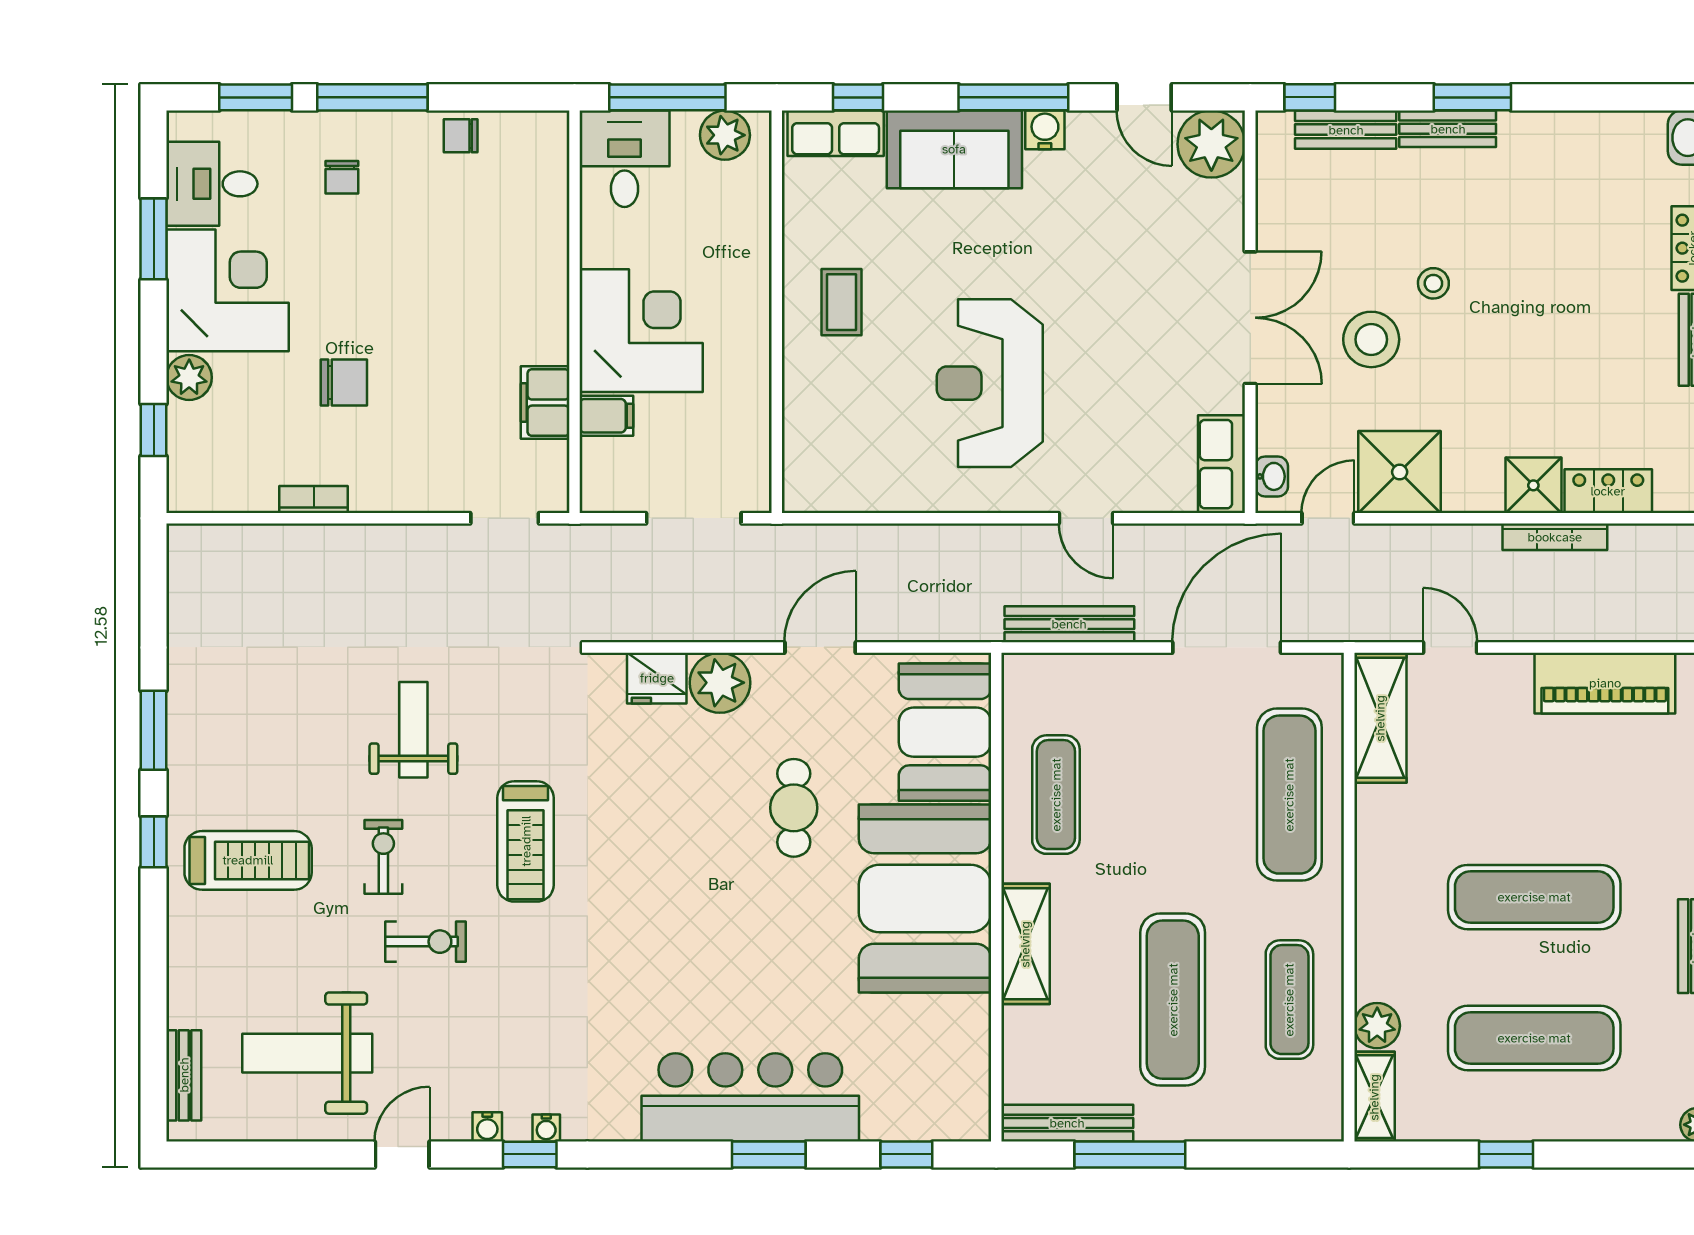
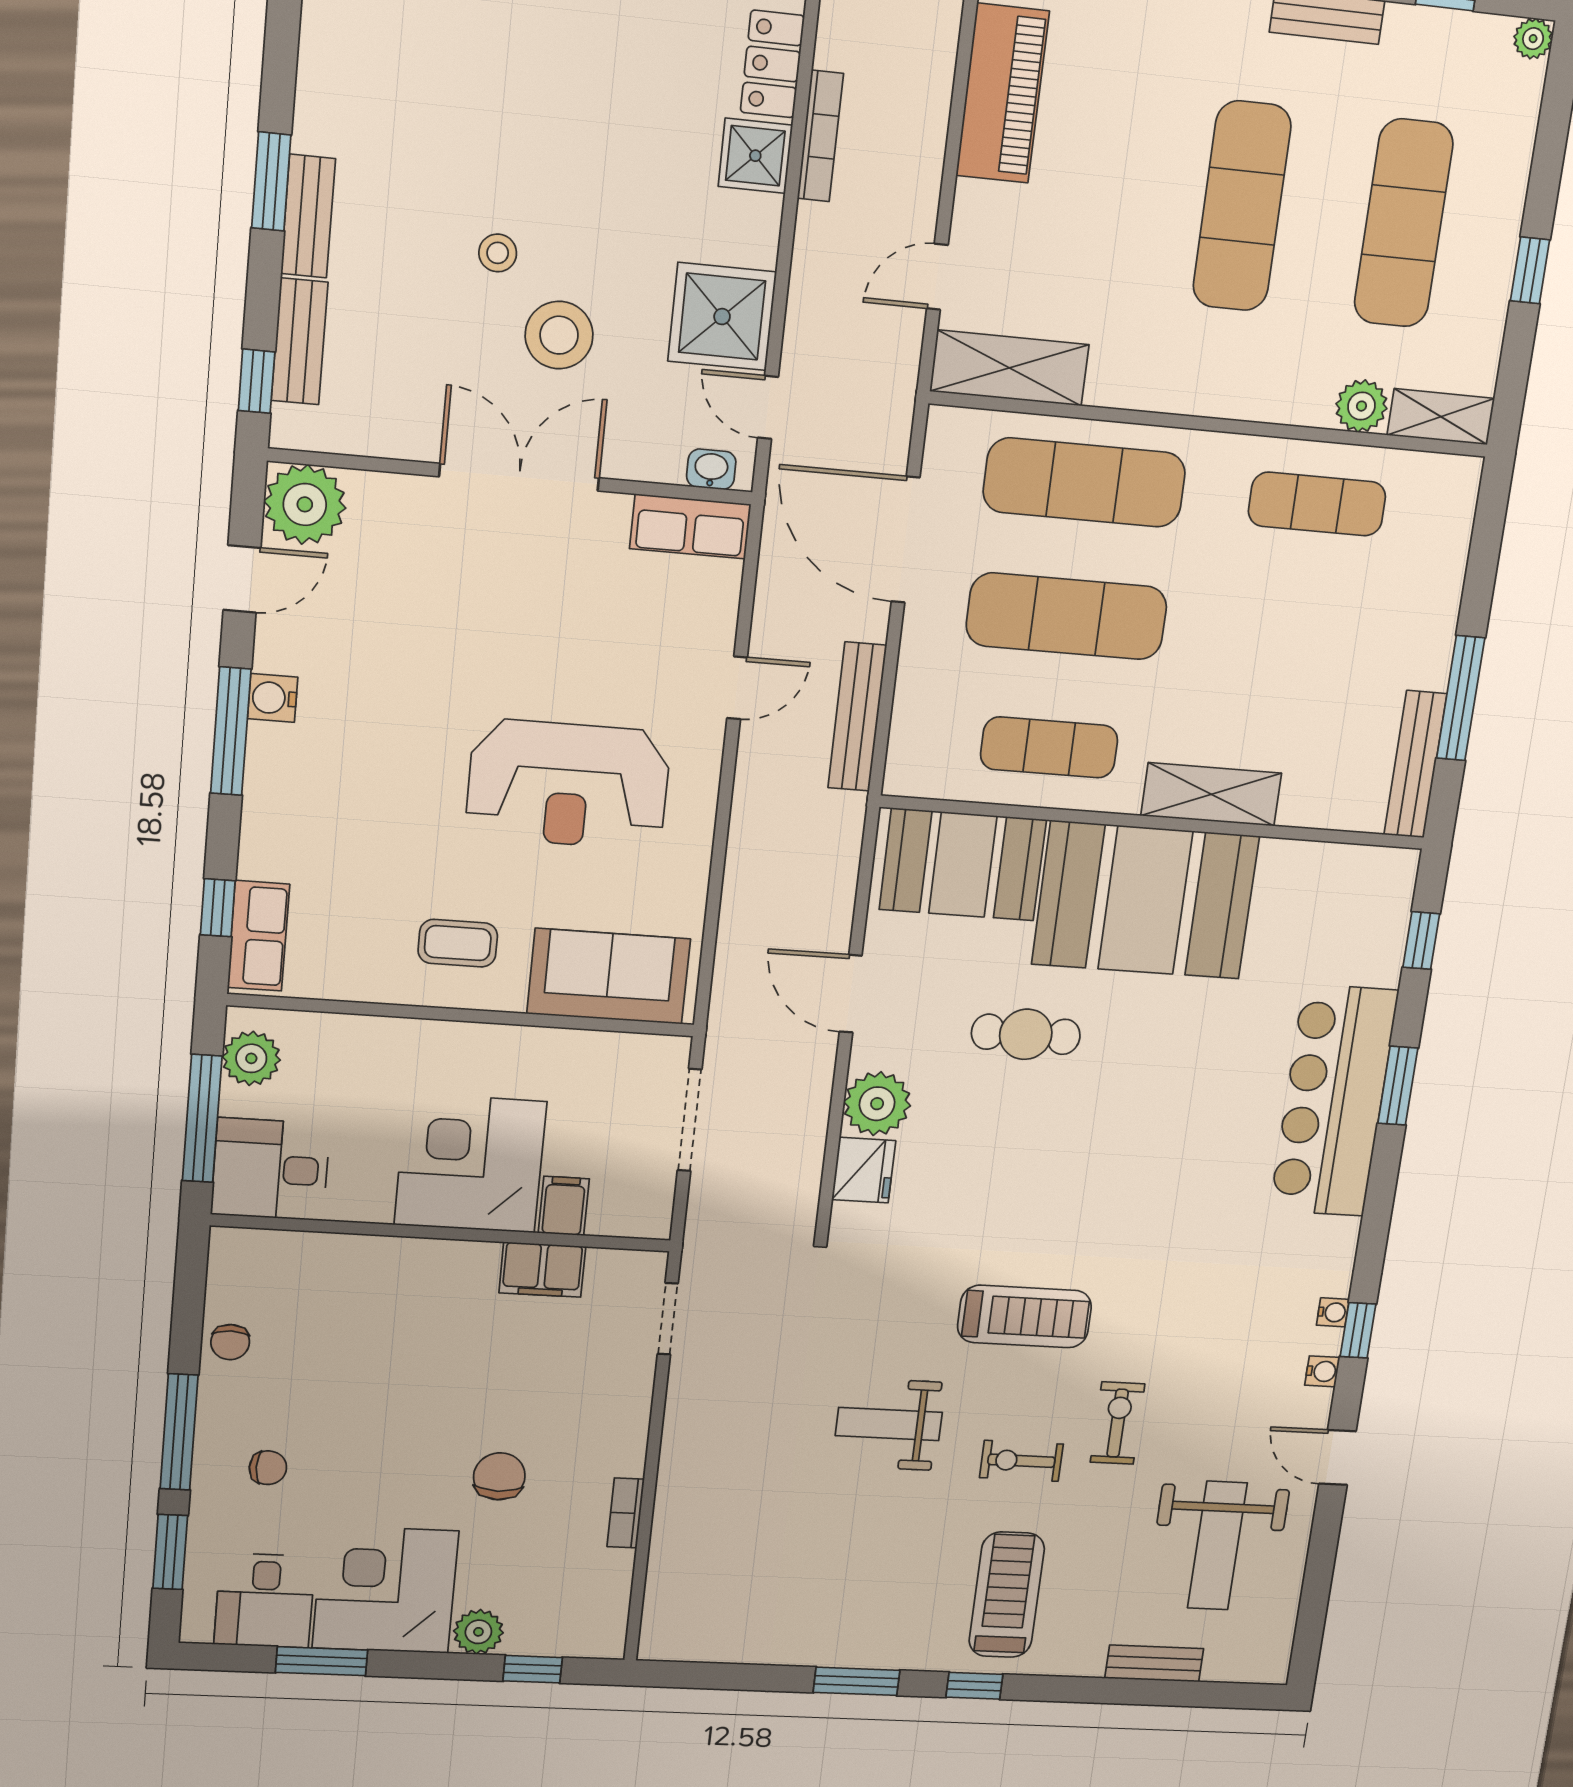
sofa: (954, 149) -> (609, 976), moved, turned -90
exercise mat: (1173, 1000) -> (1067, 616), moved
bench: (184, 1075) -> (1154, 1663), moved

